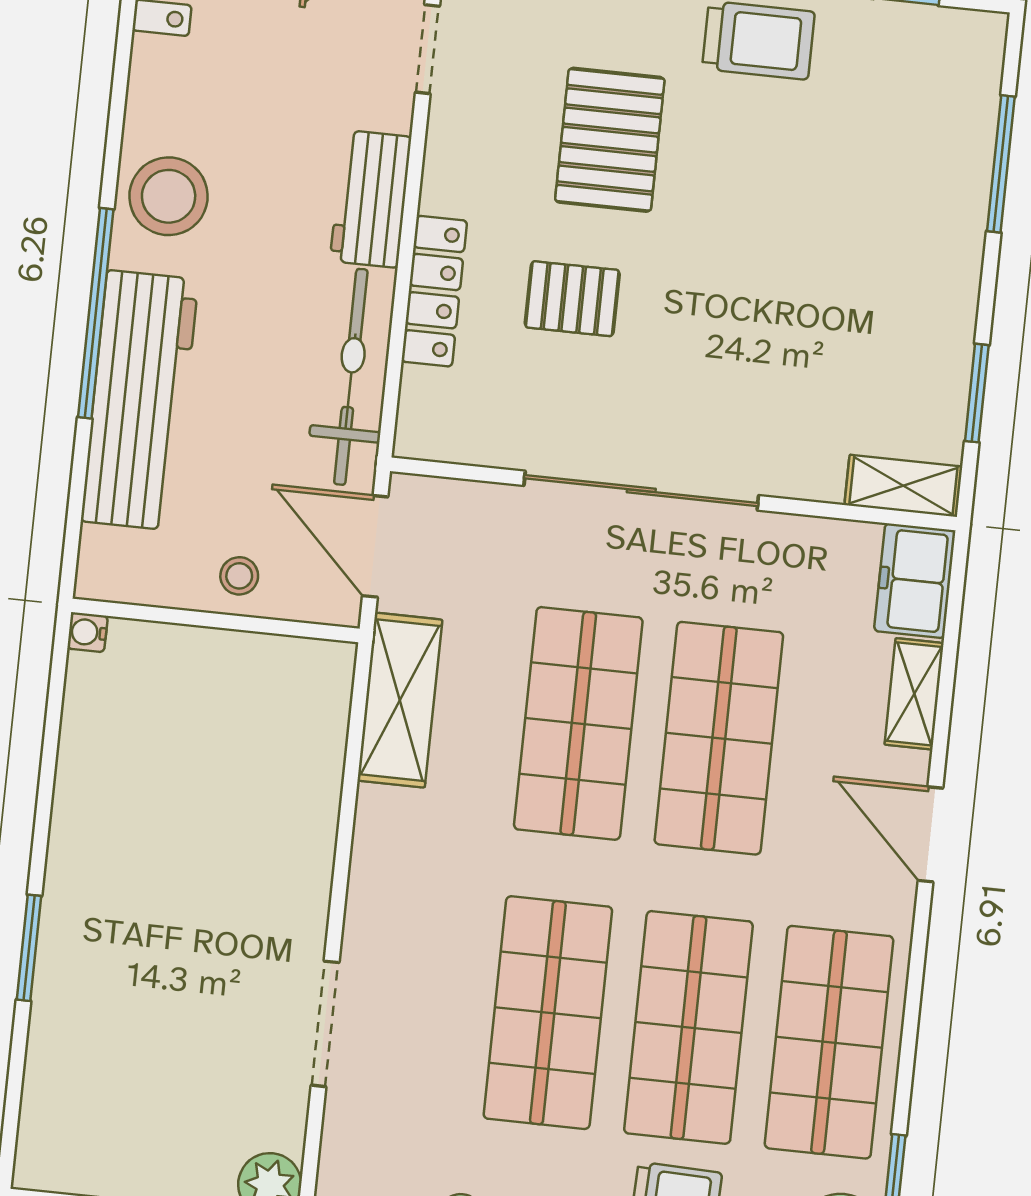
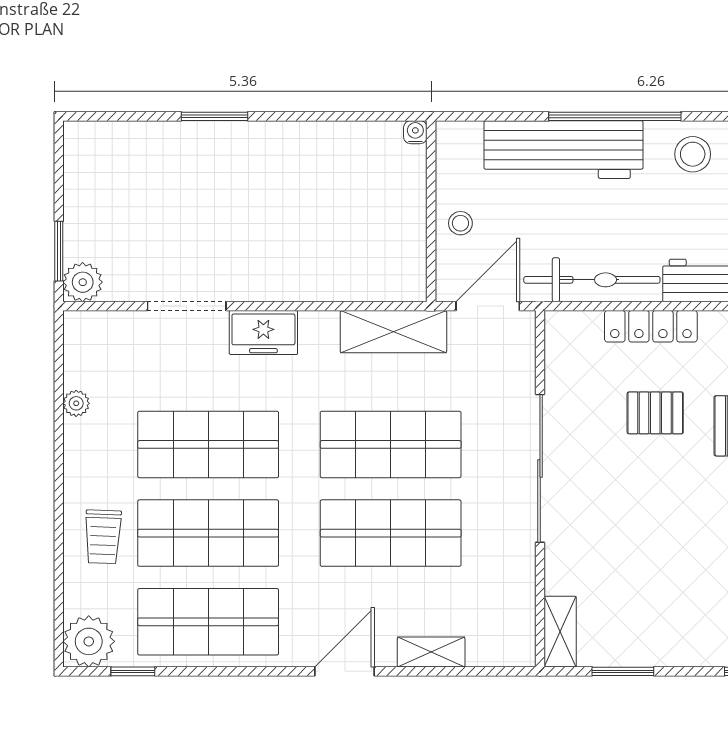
stool: (169, 196) -> (693, 154), width x0.73, depth x0.73
pallet: (572, 299) -> (655, 413), turned 90
freezer: (915, 581) -> (263, 333), moved, turned 180

